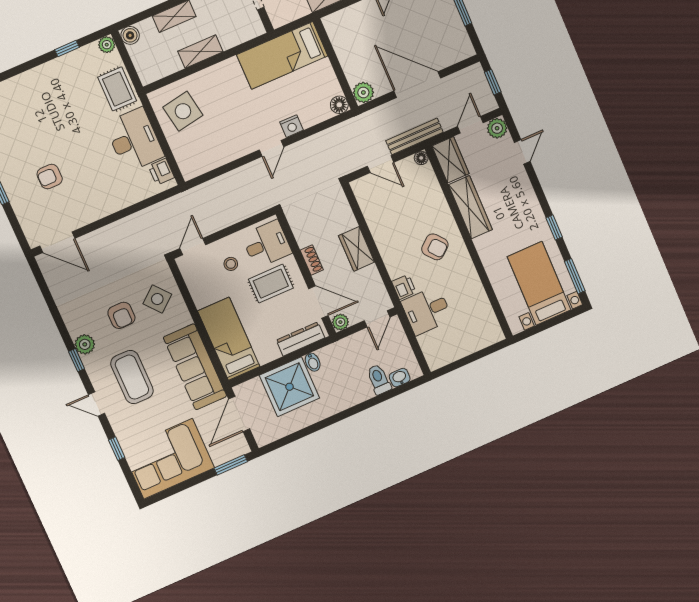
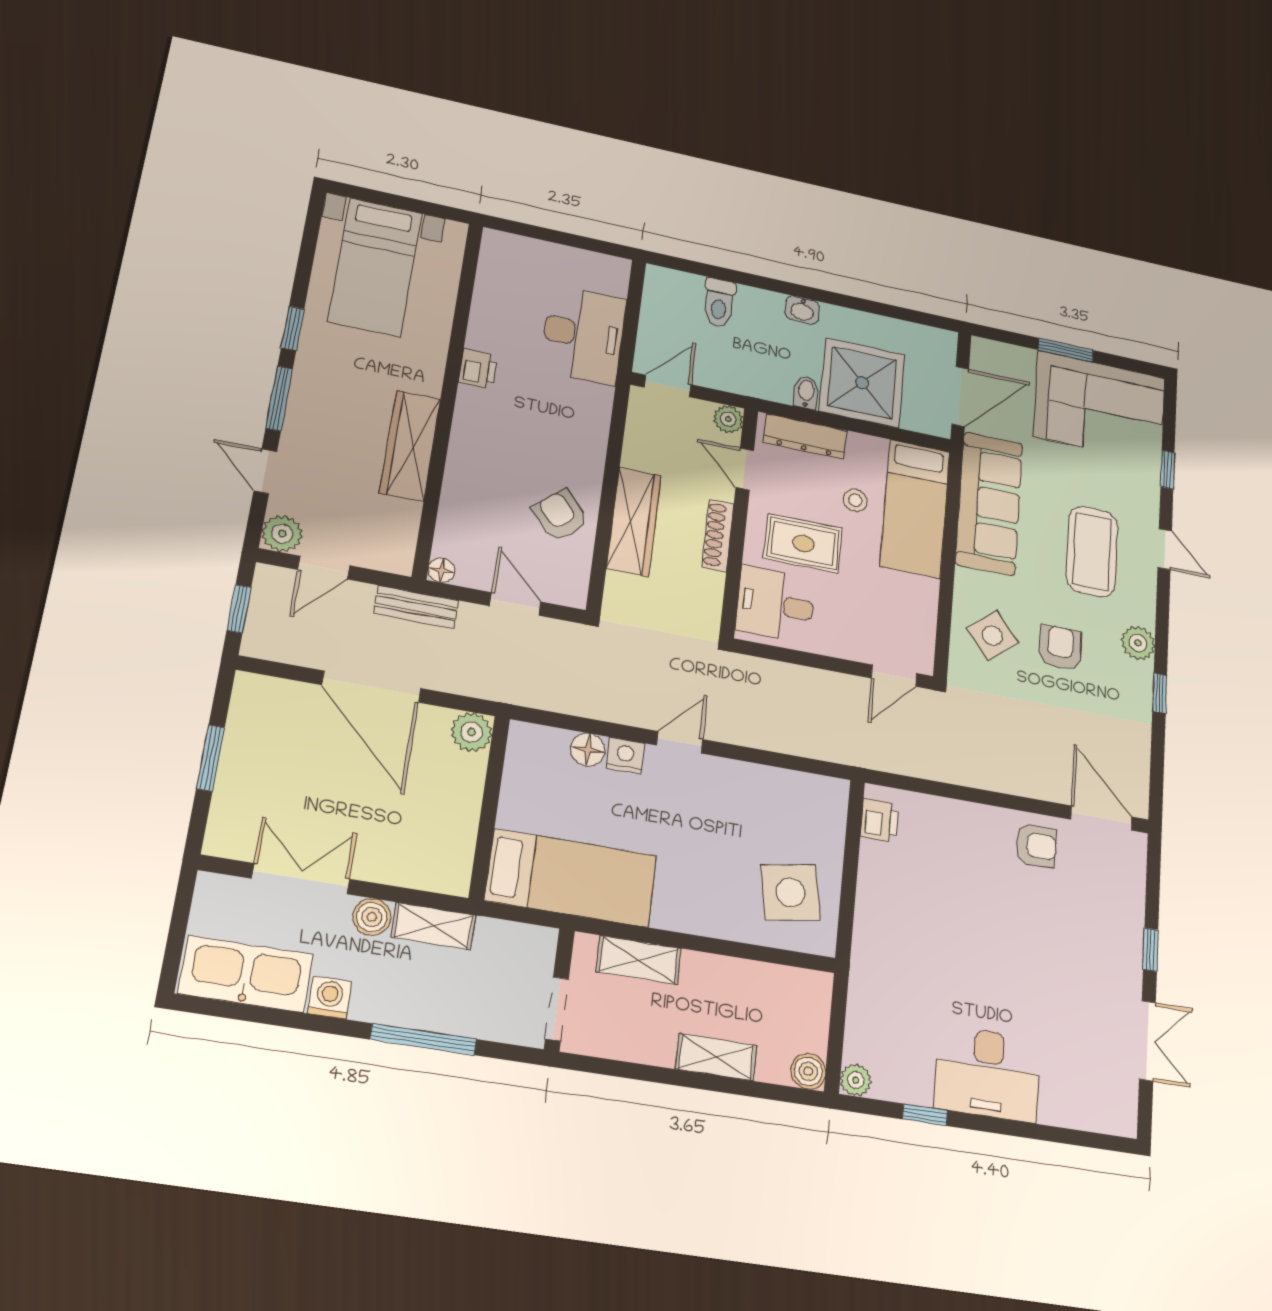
shelving: (200, 51) -> (639, 960), moved
rug: (117, 89) -> (878, 996), removed
floor lamp: (339, 105) -> (588, 750), moved
bench: (414, 136) -> (416, 607), width x0.73
desk: (134, 140) -> (988, 1074), moved, turned -90
door: (522, 152) -> (265, 471), hinge flipped
wardrobe: (451, 160) -> (394, 536), removed
armchair: (50, 176) -> (1036, 845), moved
armchair: (435, 247) -> (560, 515), moved
wardrobe: (357, 249) -> (634, 522), width x1.50
shoe rack: (312, 260) -> (718, 535), width x1.43
stool: (231, 264) -> (855, 500), moved
window: (575, 276) -> (279, 399), moved
printer: (404, 287) -> (478, 369), moved, turned 180
door: (318, 302) -> (745, 469), width x0.73
desk: (427, 310) -> (583, 335), width x1.37
window: (77, 360) -> (1160, 693), moved
washbasin: (400, 378) -> (802, 310), moved
window: (231, 465) -> (1066, 350), moved

